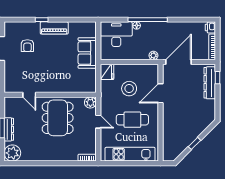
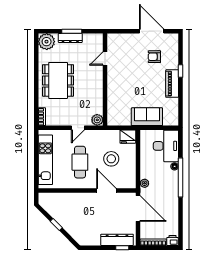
dining table: (58, 118) -> (58, 80), moved, turned 90

